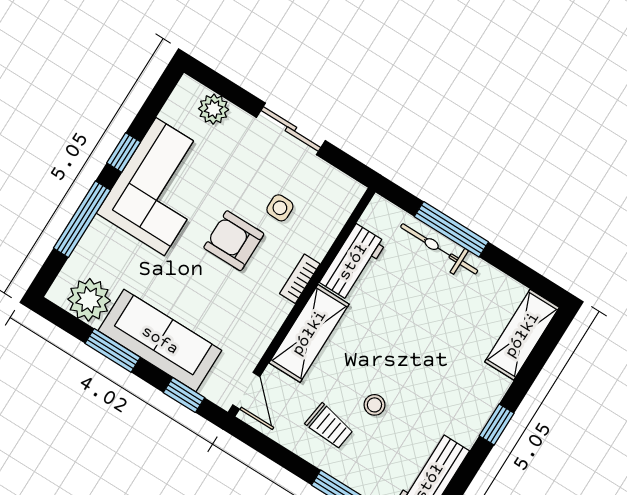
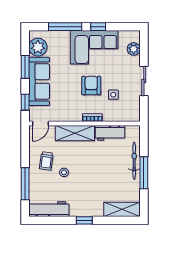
window: (451, 229) -> (144, 173), moved

